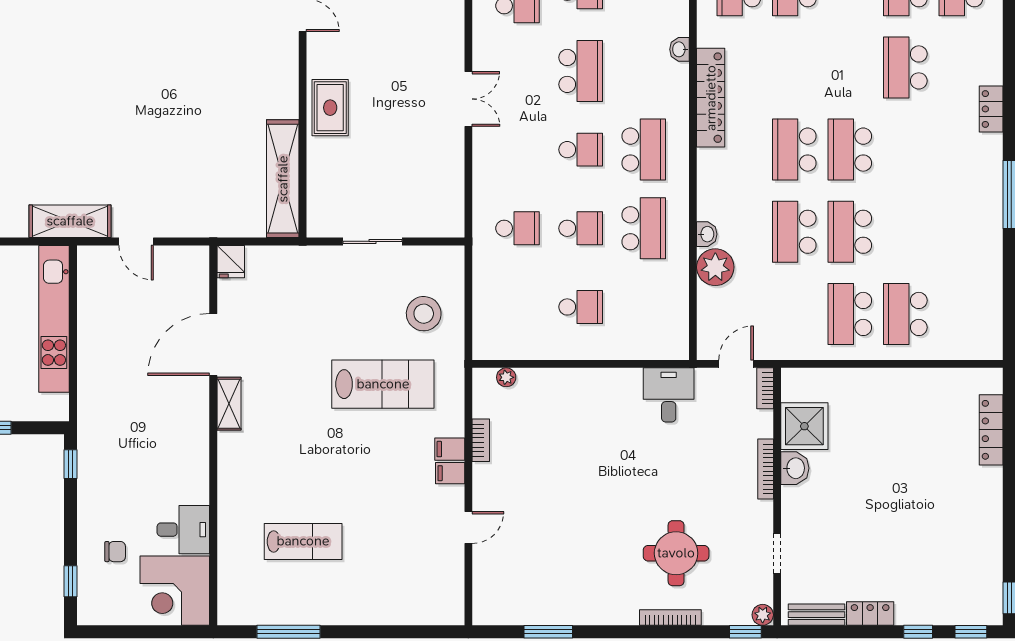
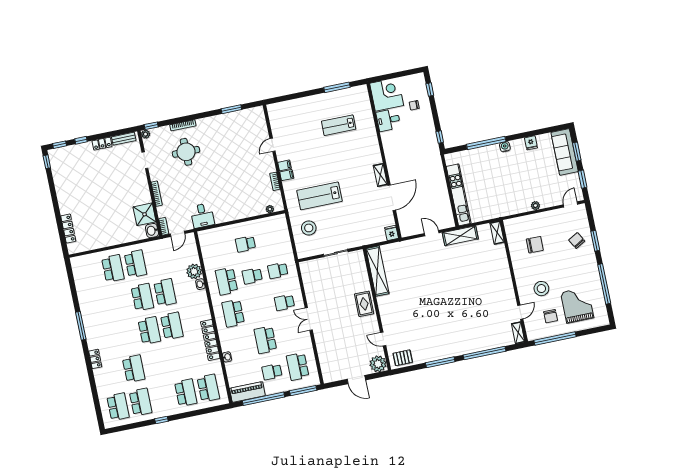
school desk: (581, 150) -> (284, 303), moved
washbasin: (795, 468) -> (152, 231), moved

